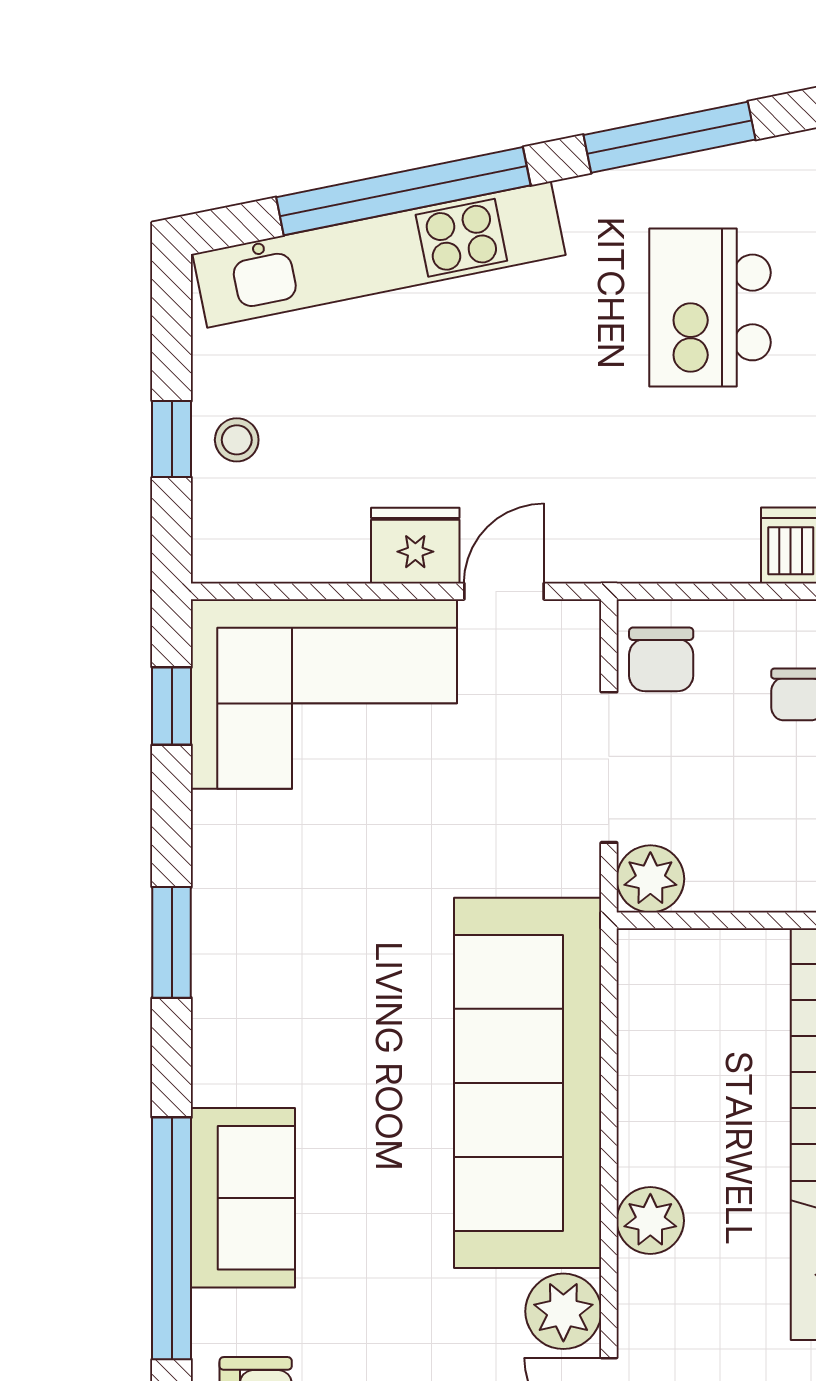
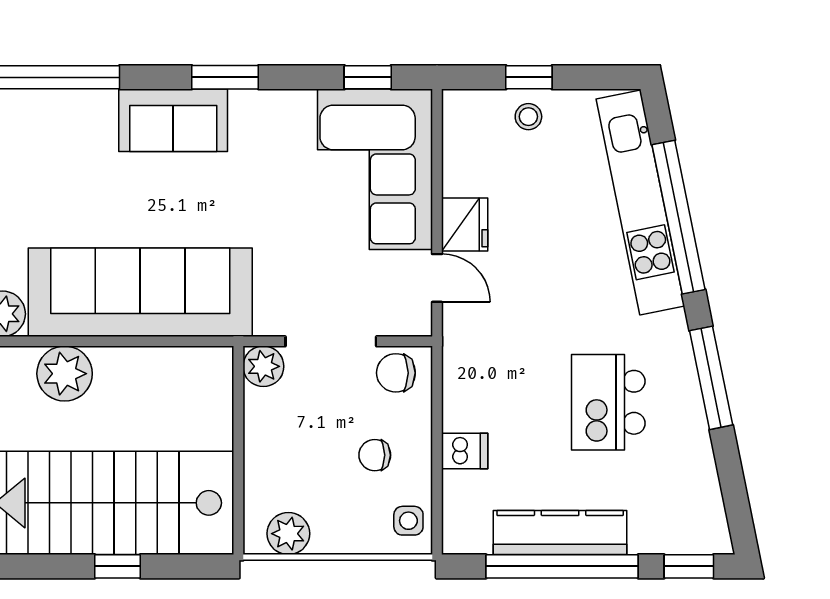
kitchen island: (710, 307) -> (608, 402), turned -90
sofa: (243, 1198) -> (173, 120), moved
plant: (650, 1221) -> (65, 374), width x1.36, depth x1.36

